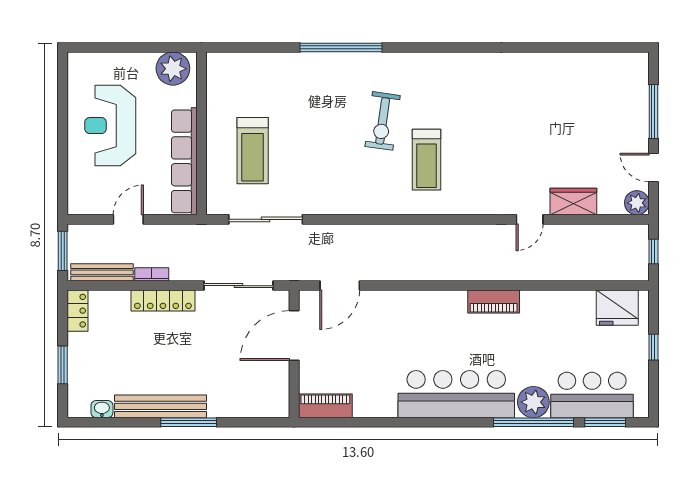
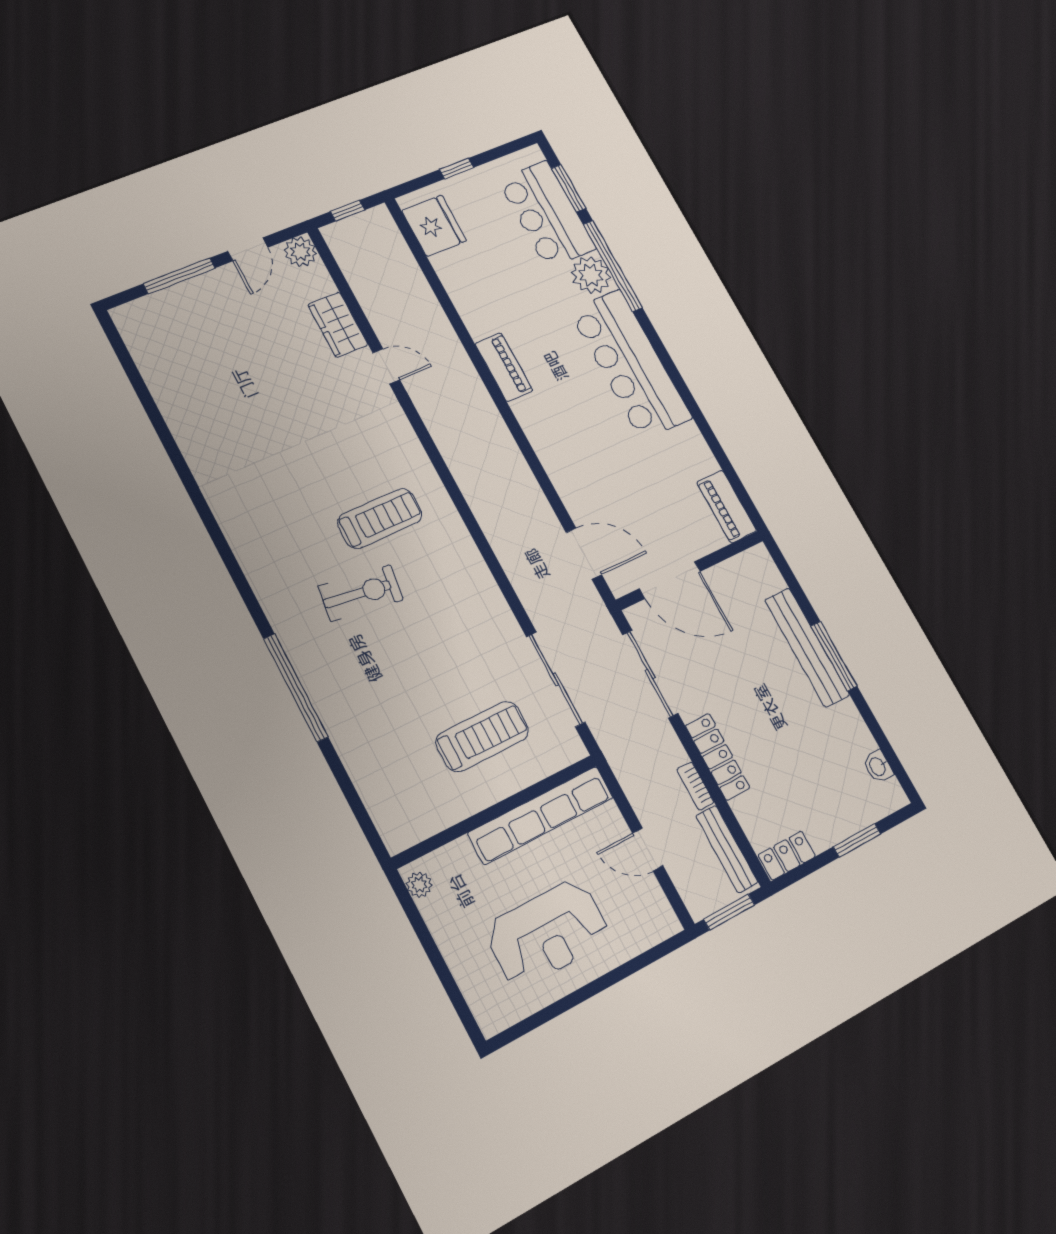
plant: (173, 69) -> (419, 885), width x0.53, depth x0.53
bench: (161, 406) -> (807, 647), moved

